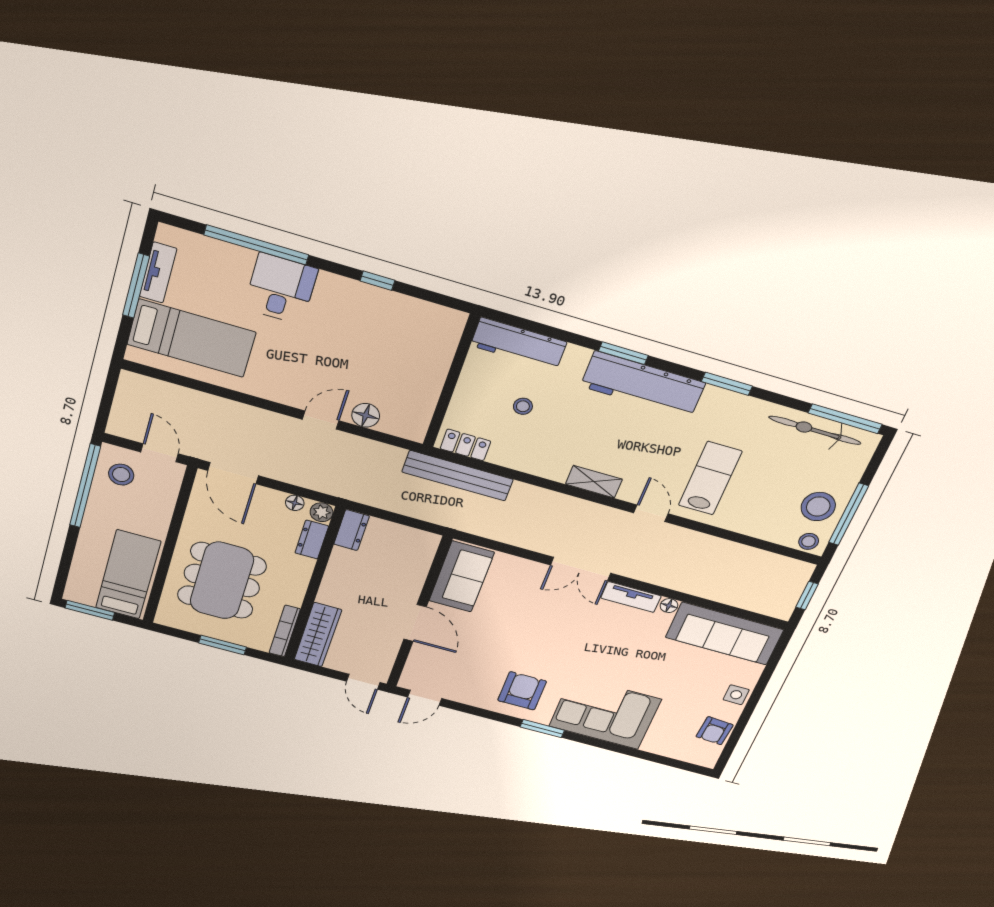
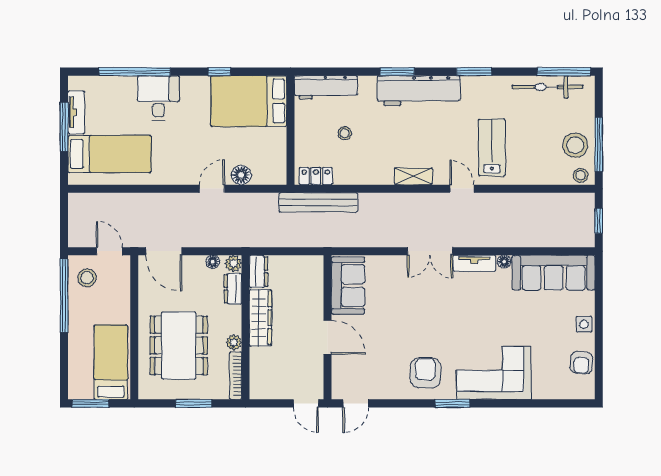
bed: (406, 330) -> (249, 101), added
plant: (294, 597) -> (234, 342), added
wardrobe: (318, 635) -> (260, 318), moved

